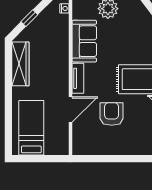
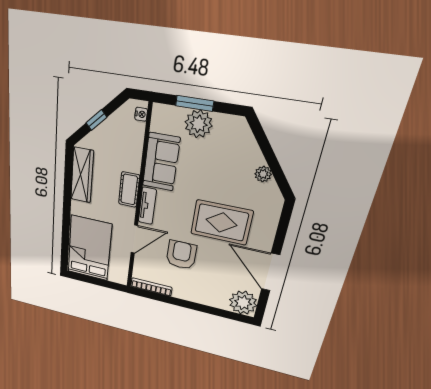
cot: (61, 68) -> (129, 190), added
bed: (31, 128) -> (89, 248), width x1.50
bookcase: (90, 151) -> (151, 287), added

